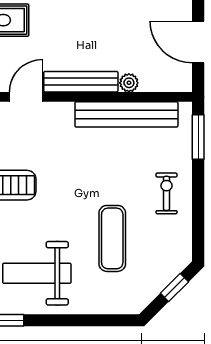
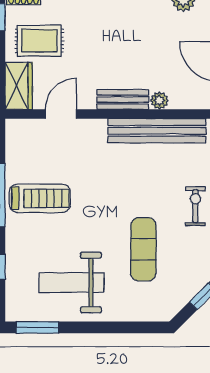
bench: (81, 82) -> (123, 99), width x0.73

